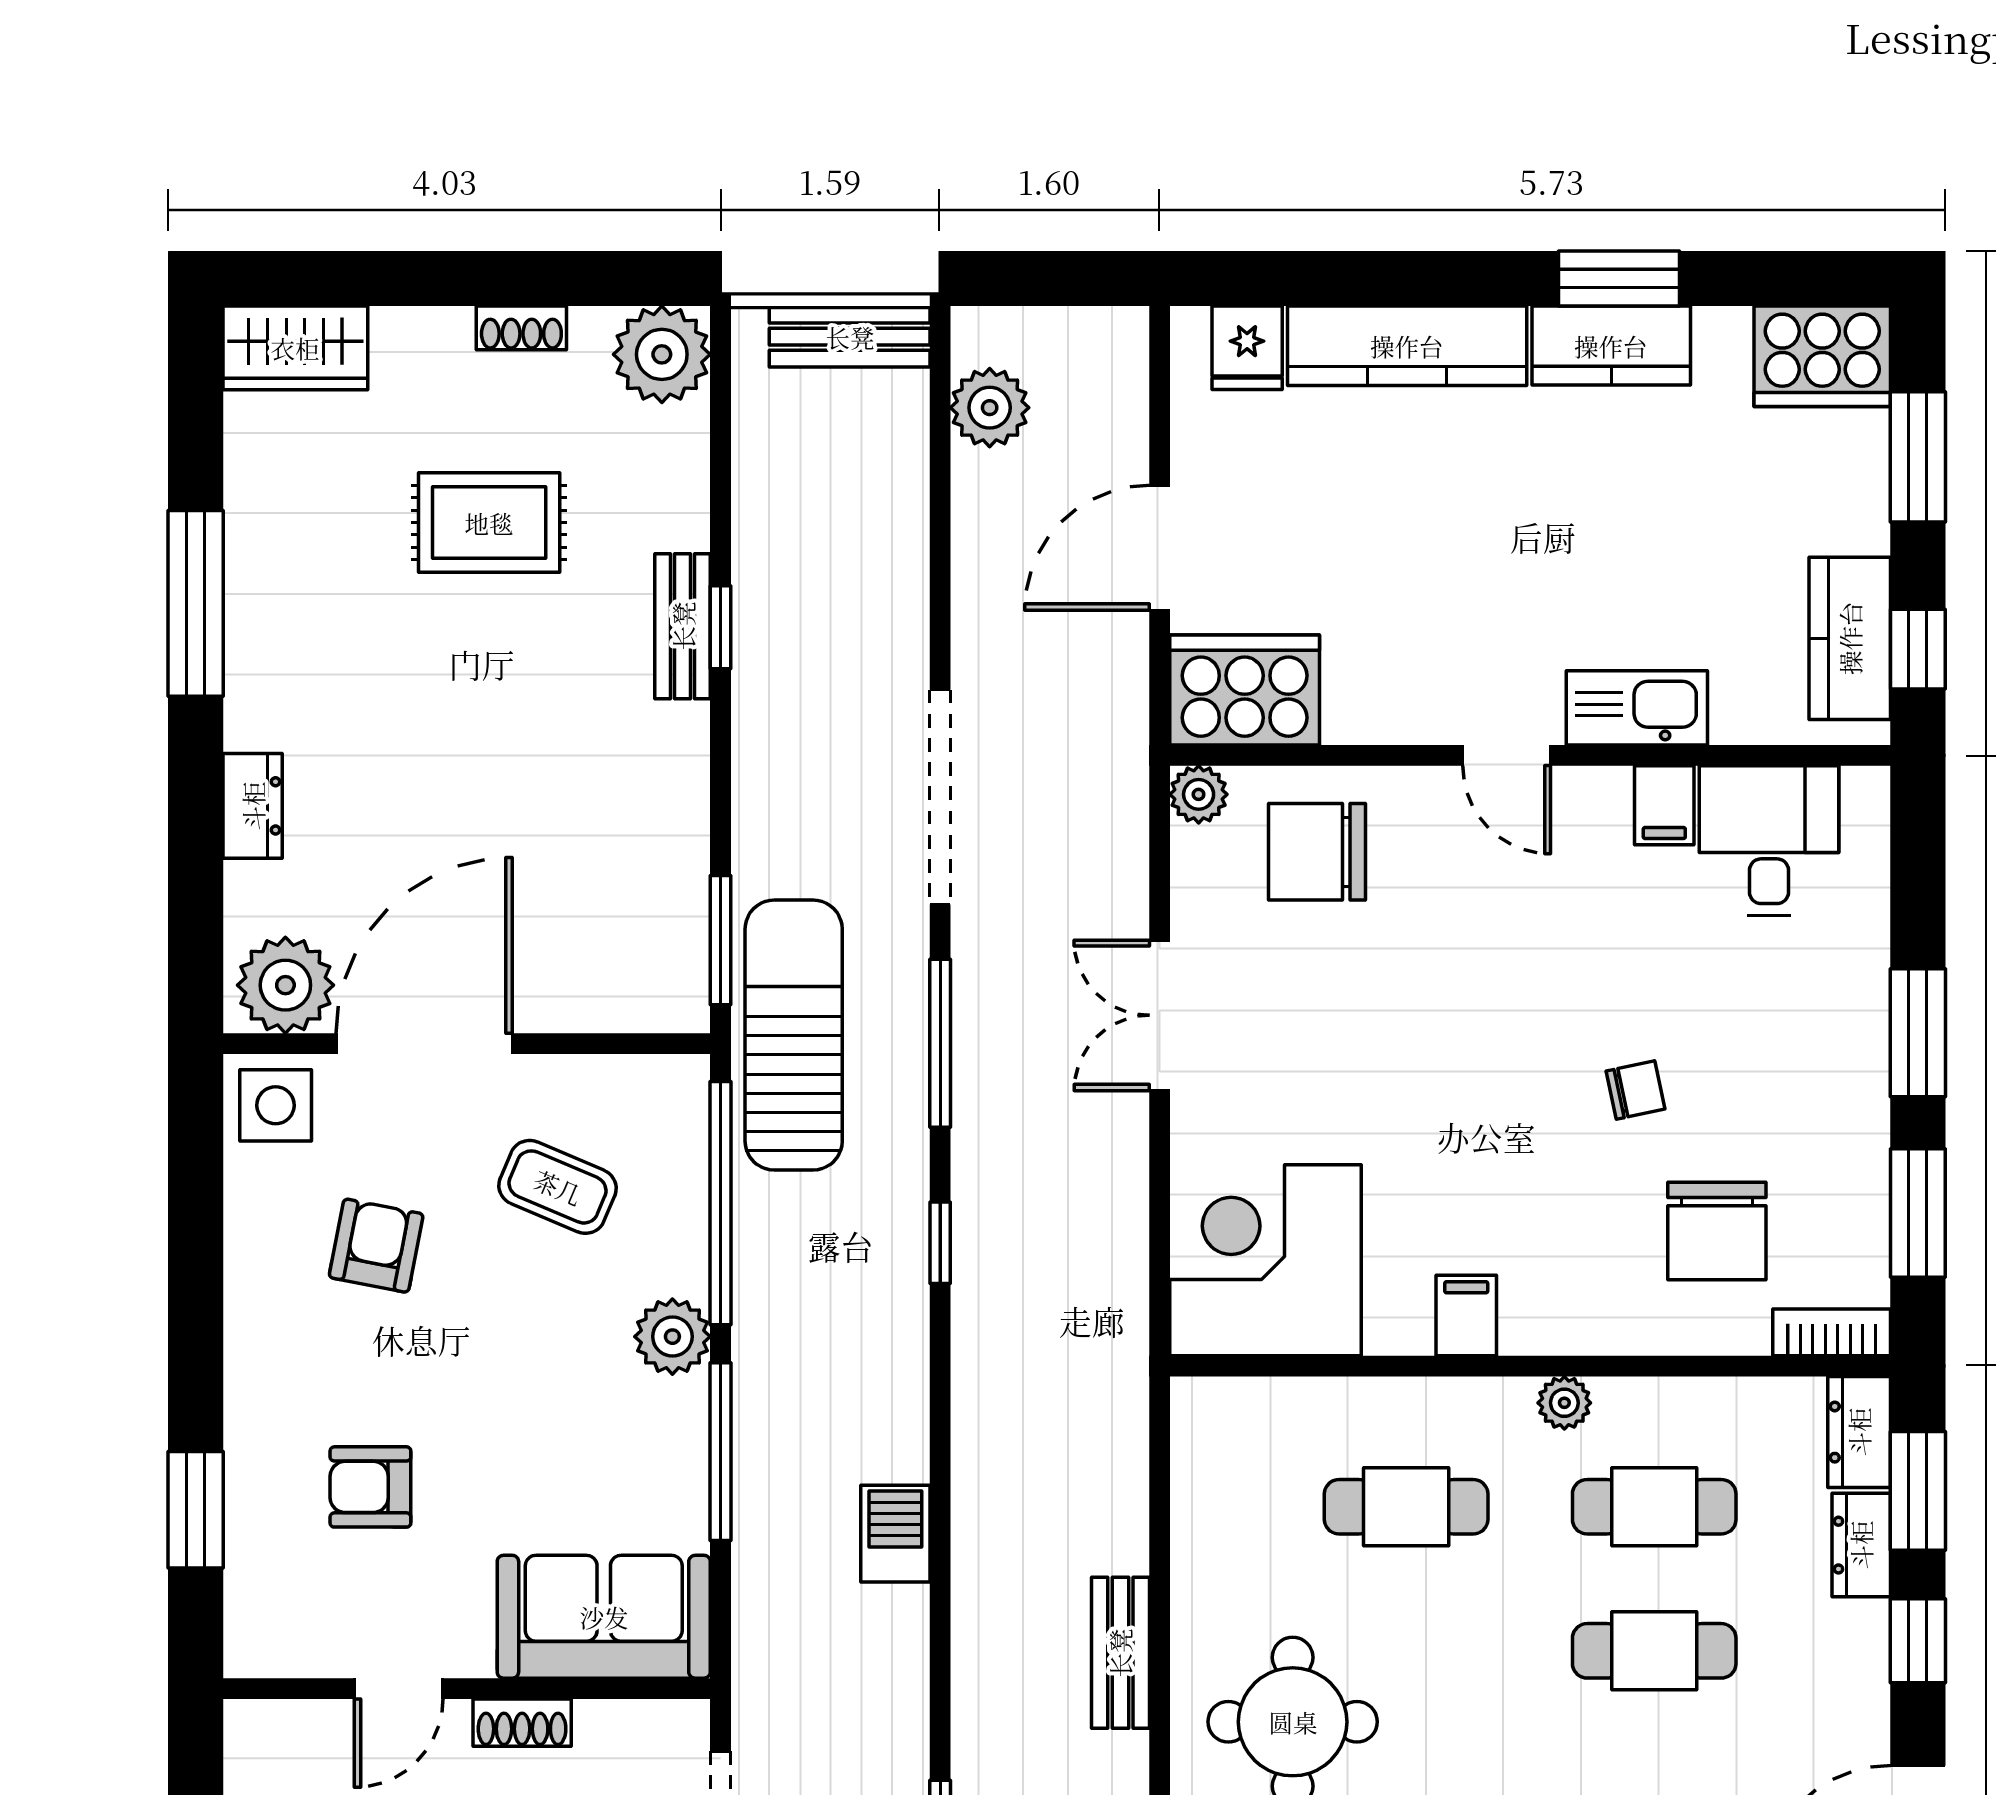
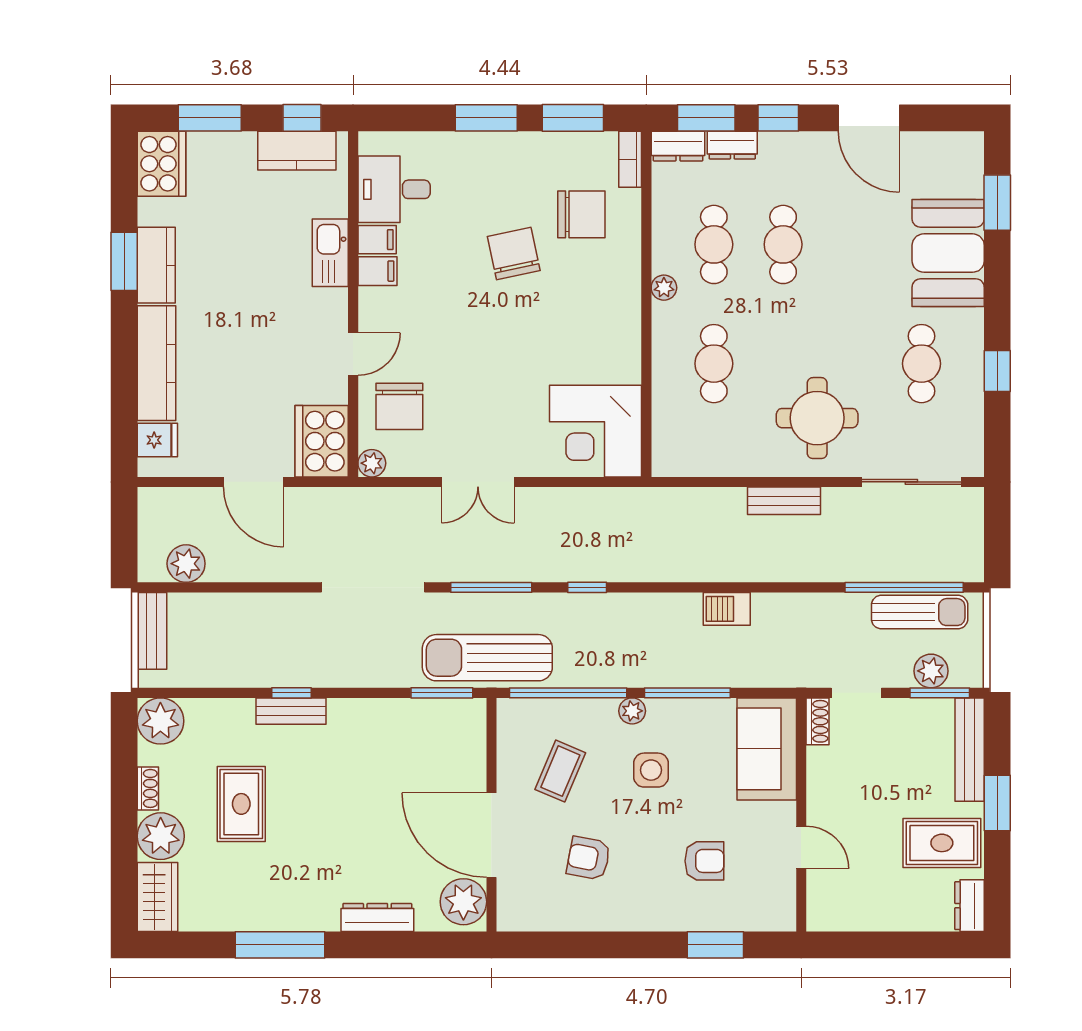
plant: (422, 355) -> (161, 836), added
door: (1507, 755) -> (353, 354), moved
dresser: (253, 806) -> (377, 918), width x1.44
chair: (1636, 1090) -> (514, 253), width x1.87, depth x1.87
side table: (276, 1105) -> (651, 770), moved
filing cabinet: (1466, 1315) -> (377, 271), moved, turned 180
plant: (672, 1337) -> (632, 711), width x0.73, depth x0.73
armchair: (370, 1487) -> (704, 861), turned -90
shoe rack: (522, 1723) -> (818, 721), moved

